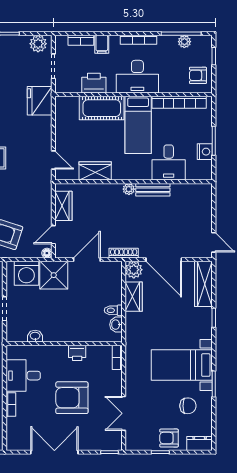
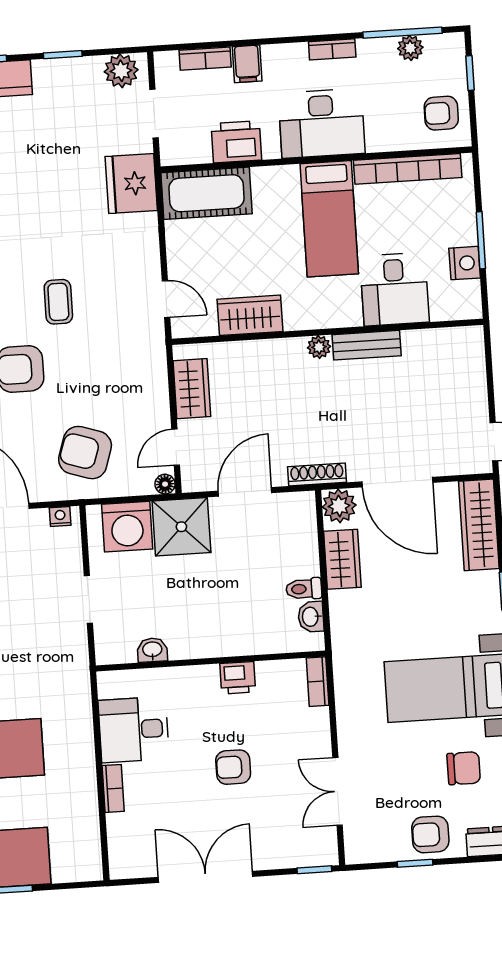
bookcase: (139, 40) -> (332, 49), width x0.64
cot: (102, 108) -> (206, 193), moved
armchair: (72, 398) -> (233, 767), width x0.53, depth x0.53

